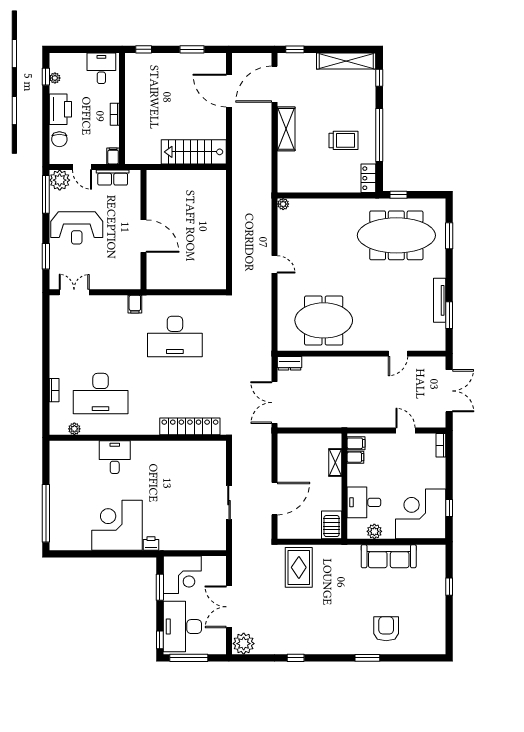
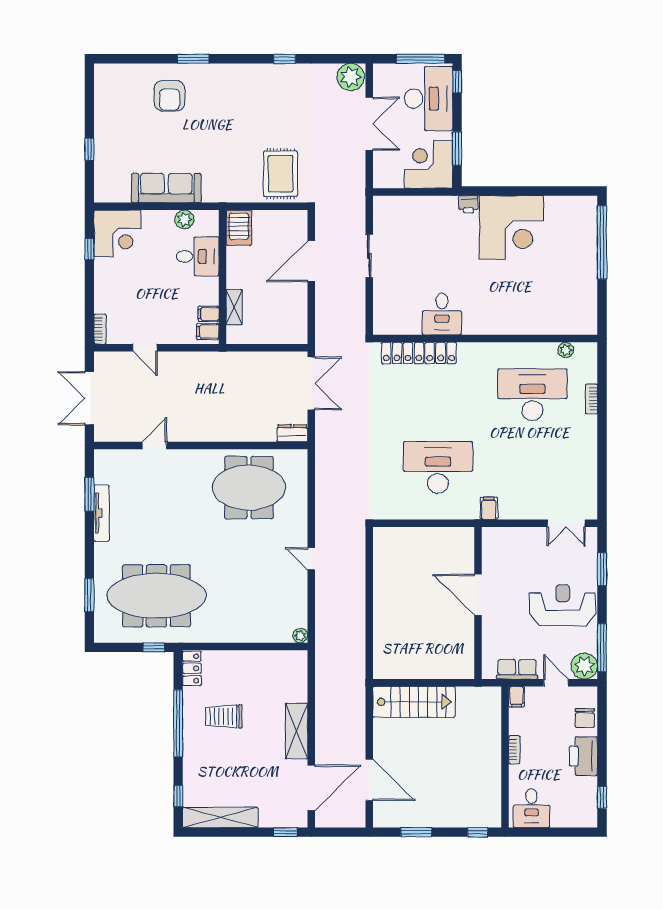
plant: (55, 78) -> (591, 796), removed
chair: (59, 139) -> (585, 718), turned 180
desk: (115, 457) -> (442, 314), moved
corner desk: (421, 514) -> (117, 233), width x0.74, depth x0.74

